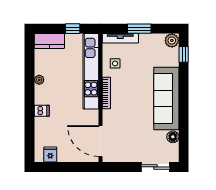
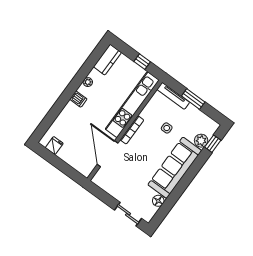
plant: (172, 40) -> (201, 141), moved
kitchen counter: (49, 41) -> (107, 60), moved, turned -90
side table: (115, 63) -> (167, 128), moved
dishwasher: (42, 111) -> (78, 99), moved
door: (101, 141) -> (108, 154), moved

